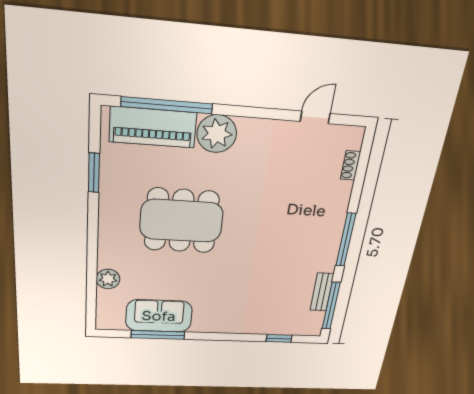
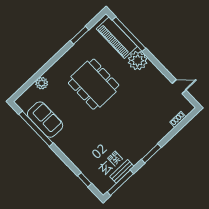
window: (346, 240) -> (151, 153), width x0.69
window: (158, 335) -> (36, 129), width x1.46

